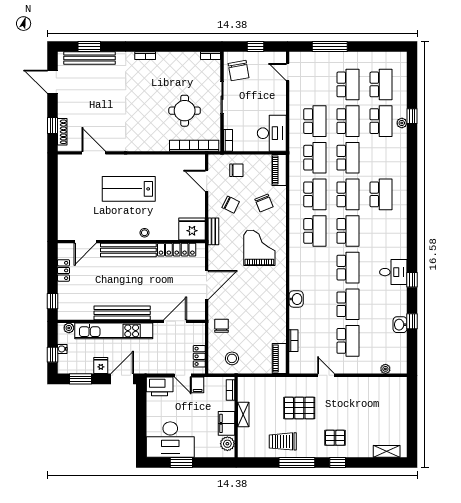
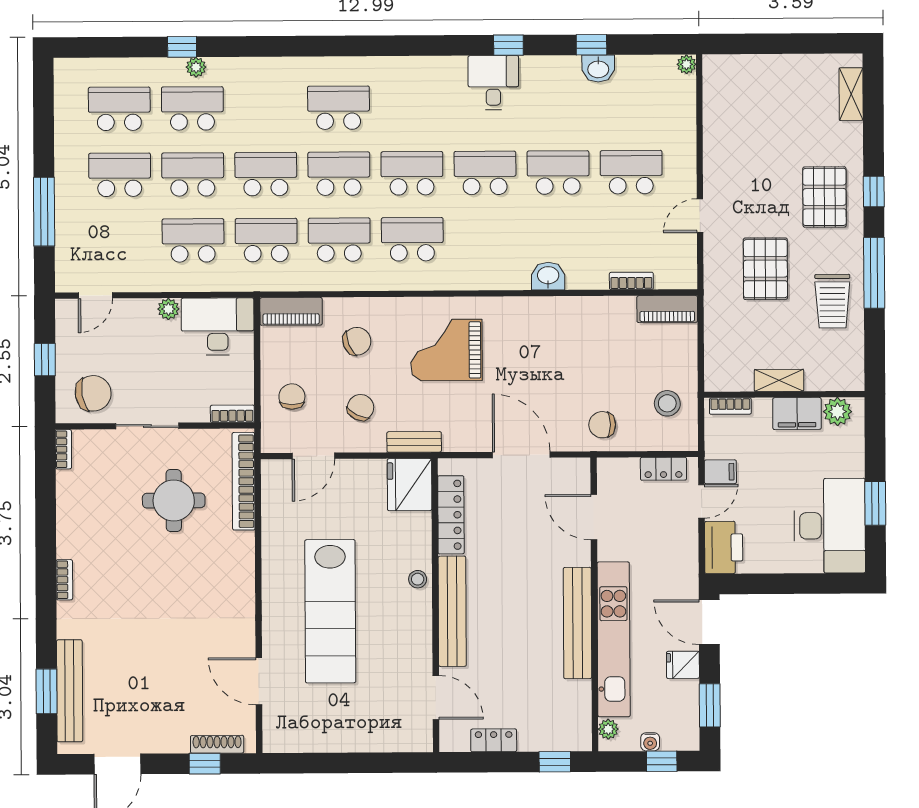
plant: (281, 109) -> (168, 309), added
door: (94, 153) -> (259, 681), hinge flipped
lab bench: (129, 189) -> (330, 611), width x1.36
plant: (385, 369) -> (687, 64), moved
pallet: (335, 438) -> (824, 197), width x1.50, depth x1.42

